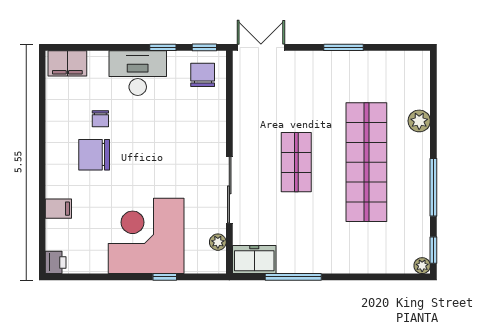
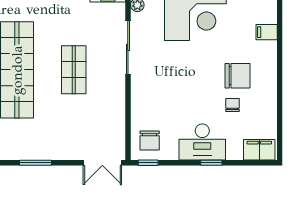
window: (163, 47) -> (211, 163), moved

